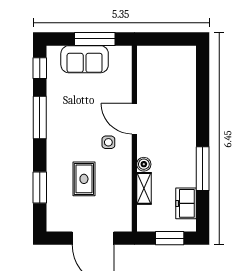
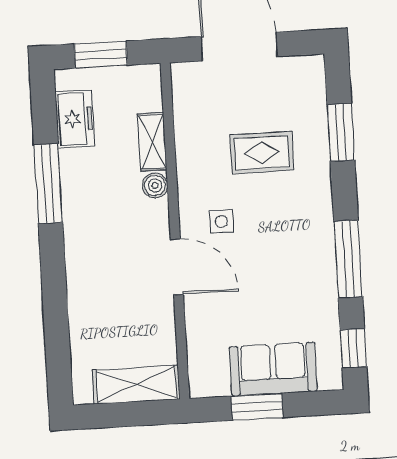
window: (95, 39) -> (257, 407), width x0.69
shelving: (161, 55) -> (136, 385), added
rug: (84, 179) -> (262, 153), turned 90

